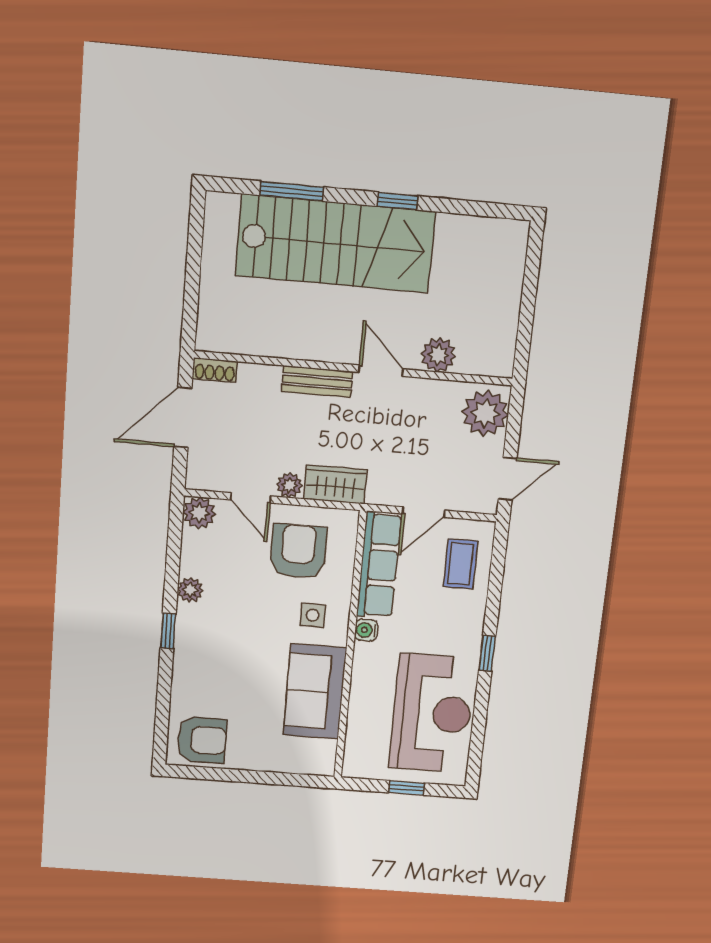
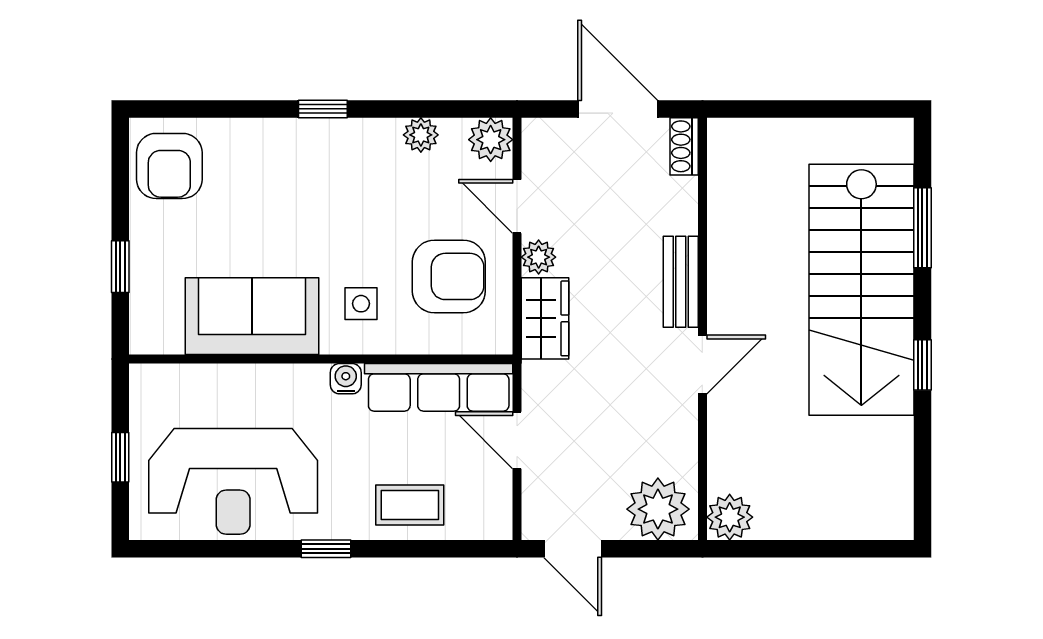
plant: (438, 355) -> (730, 517), moved
door: (250, 498) -> (517, 206), hinge flipped
coffee table: (460, 564) -> (410, 505), moved
plant: (190, 590) -> (421, 135), moved
window: (271, 778) -> (120, 267), added

